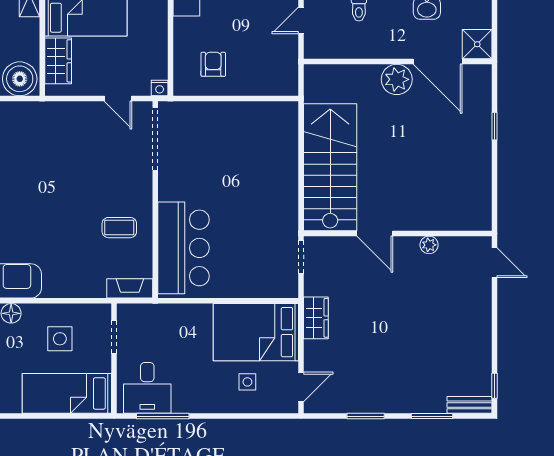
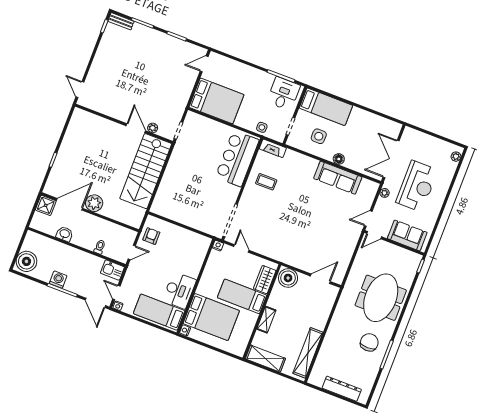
door: (438, 62) -> (70, 204), hinge flipped
armchair: (213, 64) -> (151, 236), moved, turned 180
plant: (429, 245) -> (153, 128), moved
wardrobe: (316, 318) -> (183, 96), removed
side table: (247, 382) -> (262, 127), moved

